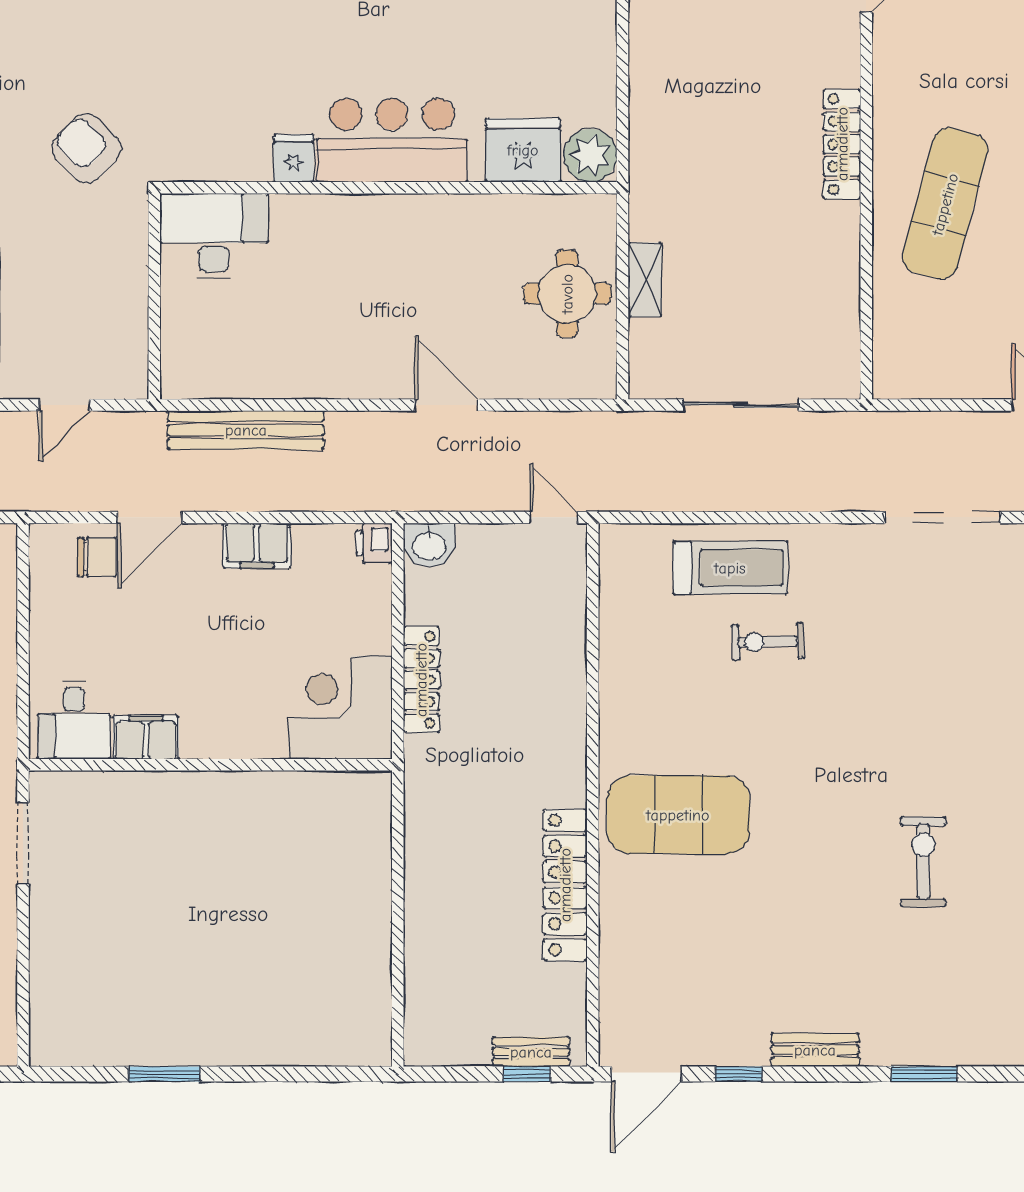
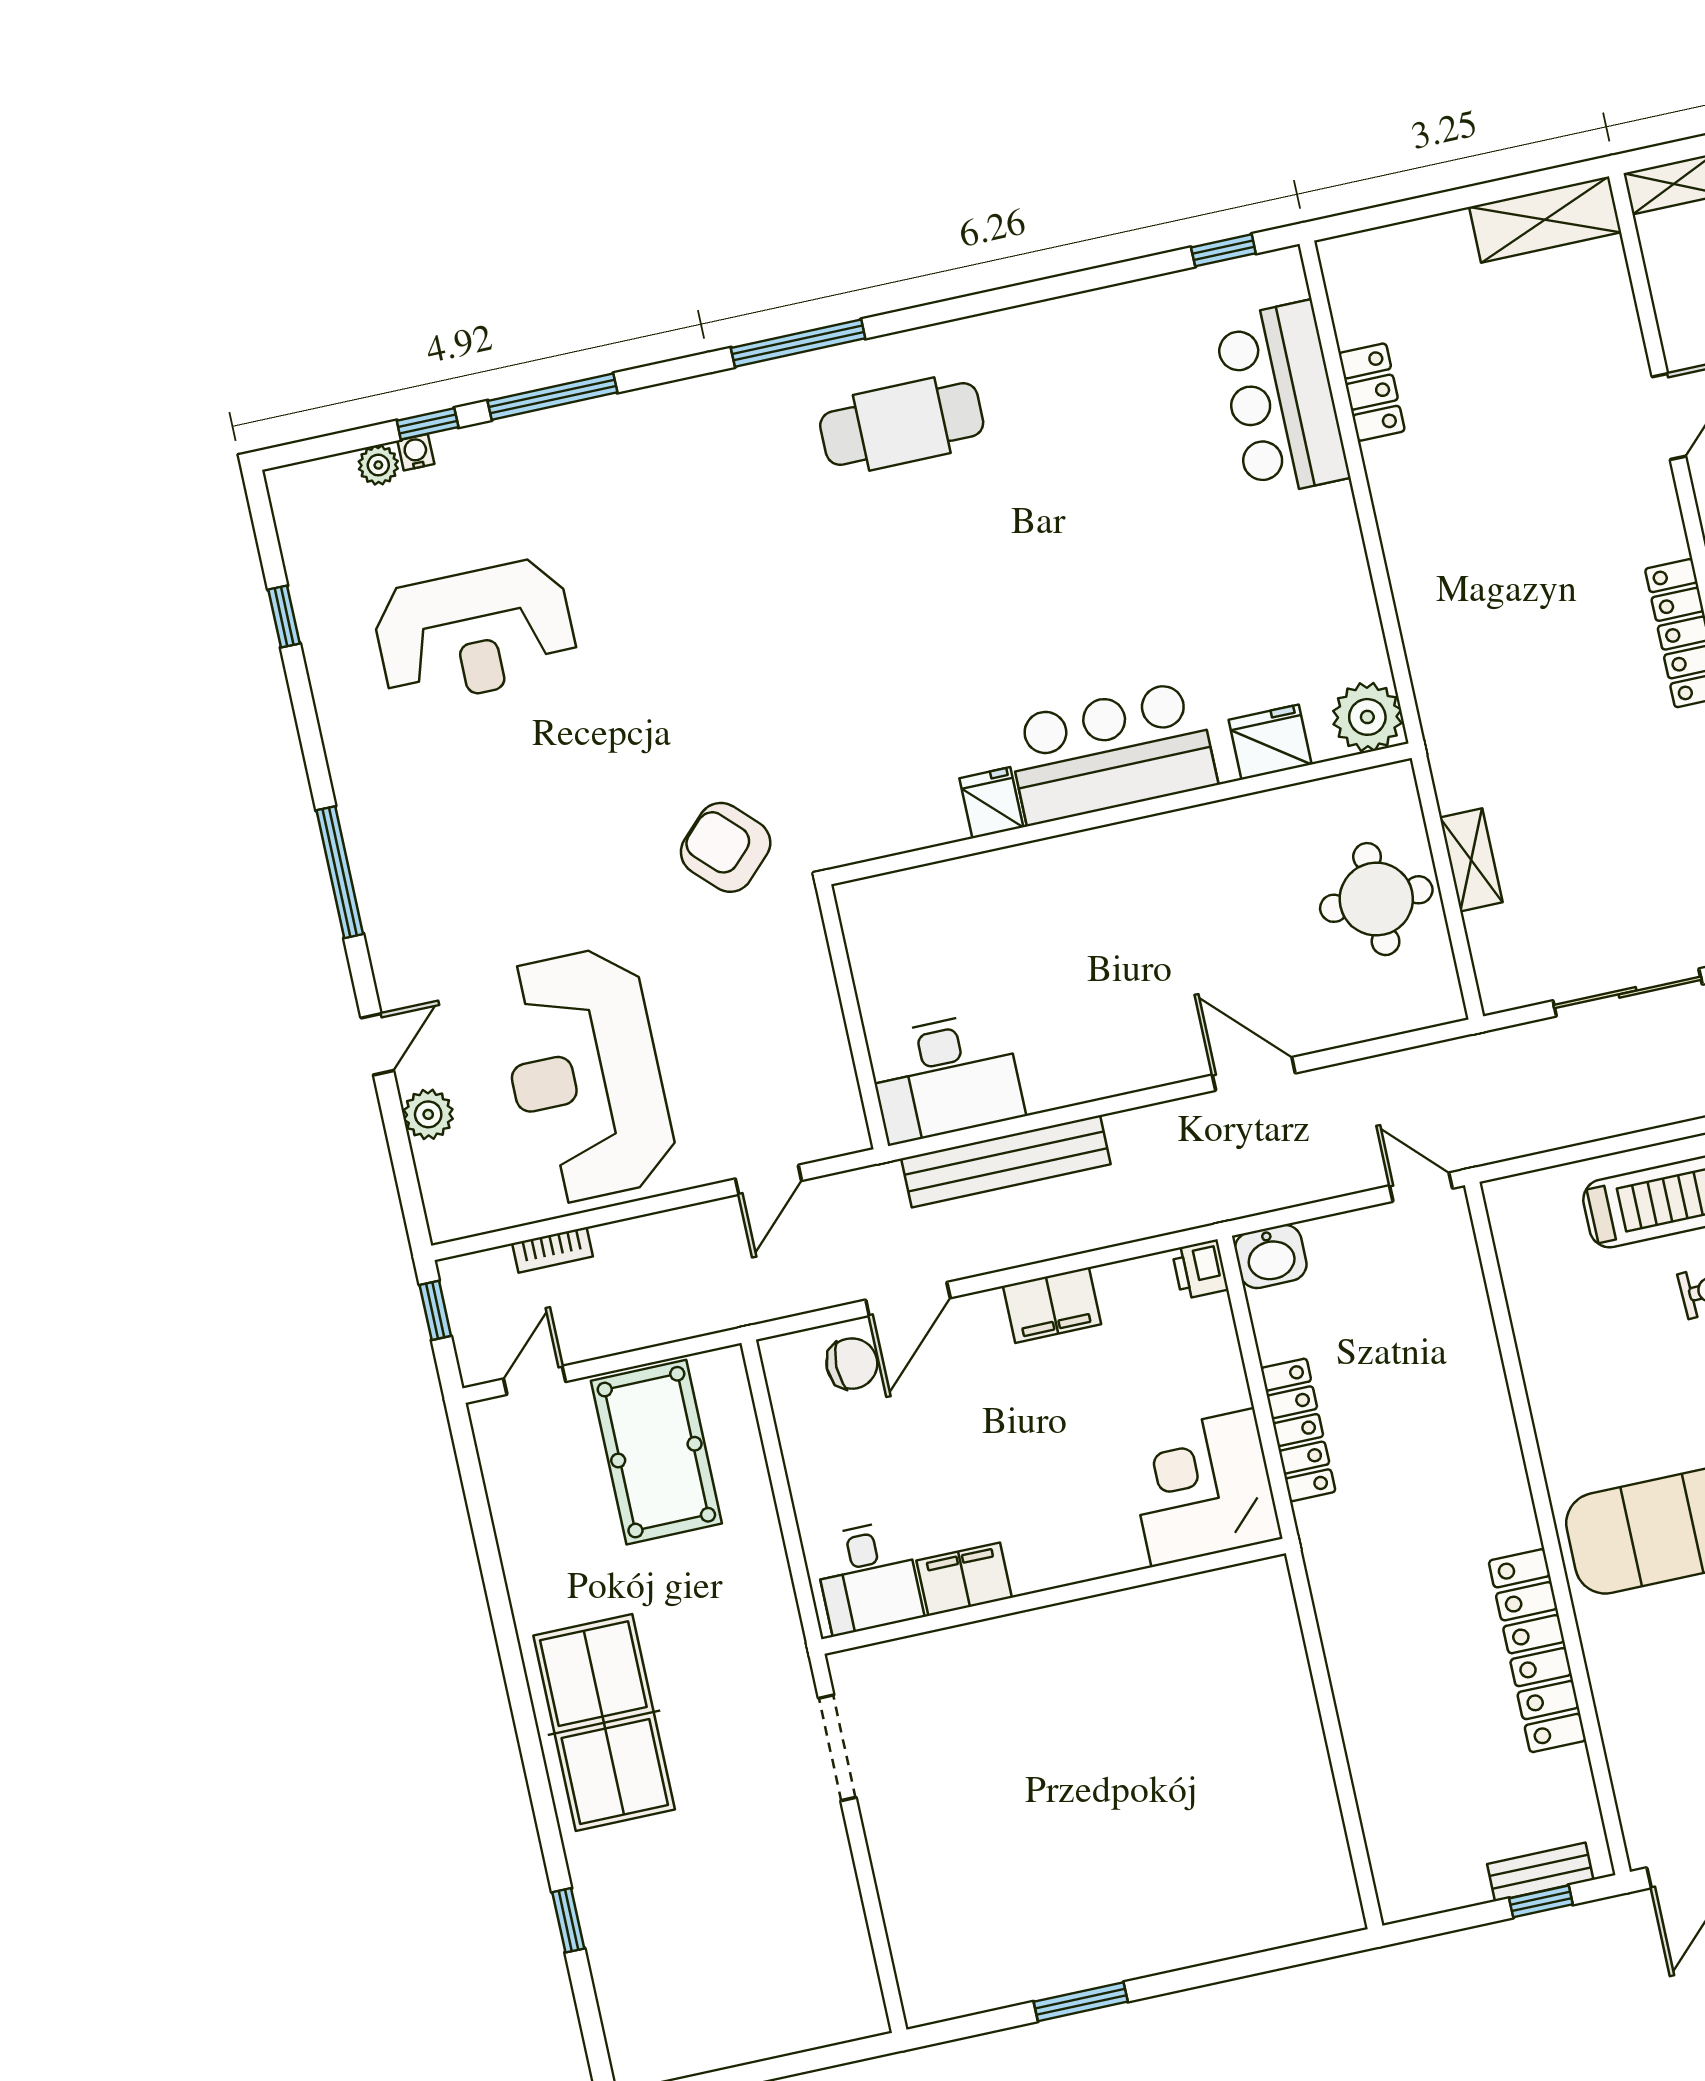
fridge: (523, 150) -> (1270, 742), width x0.73, depth x0.75
desk: (214, 236) -> (946, 1077), moved, turned 180

